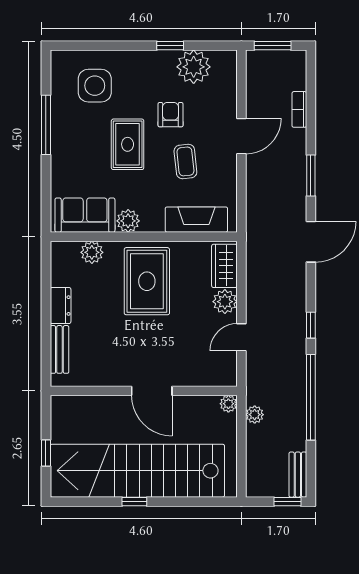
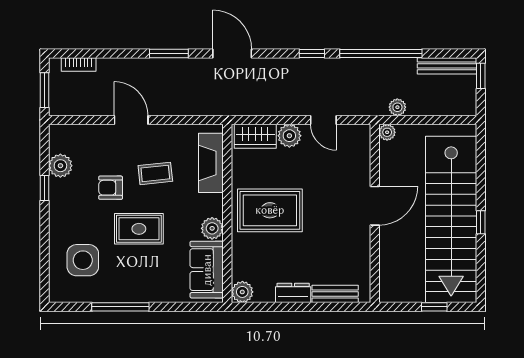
plant: (194, 67) -> (60, 166), width x0.73, depth x0.73
bookcase: (299, 109) -> (79, 64), moved
plant: (92, 252) -> (242, 292), moved
bench: (298, 475) -> (447, 66), width x1.36

